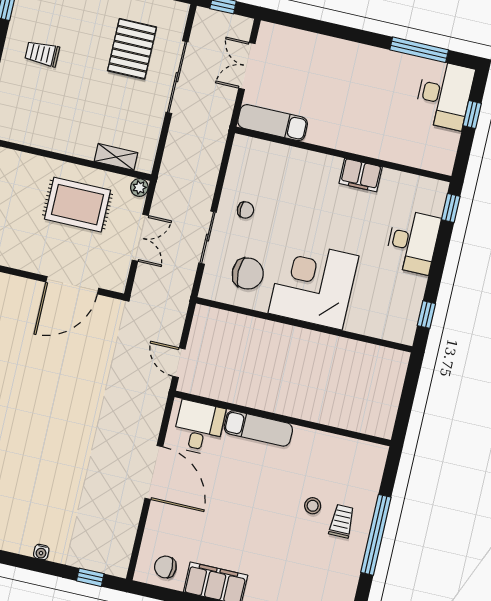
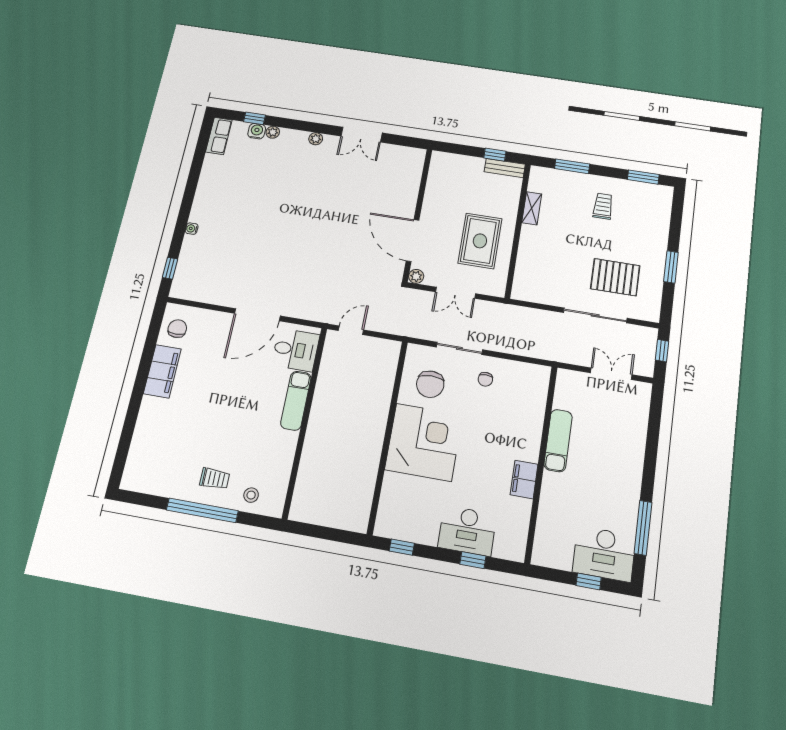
exam couch: (273, 123) -> (558, 440), moved
shelving: (116, 157) -> (532, 208), moved
plant: (139, 187) -> (416, 276), moved
window: (451, 208) -> (473, 560), moved
stool: (313, 506) -> (251, 495), moved

